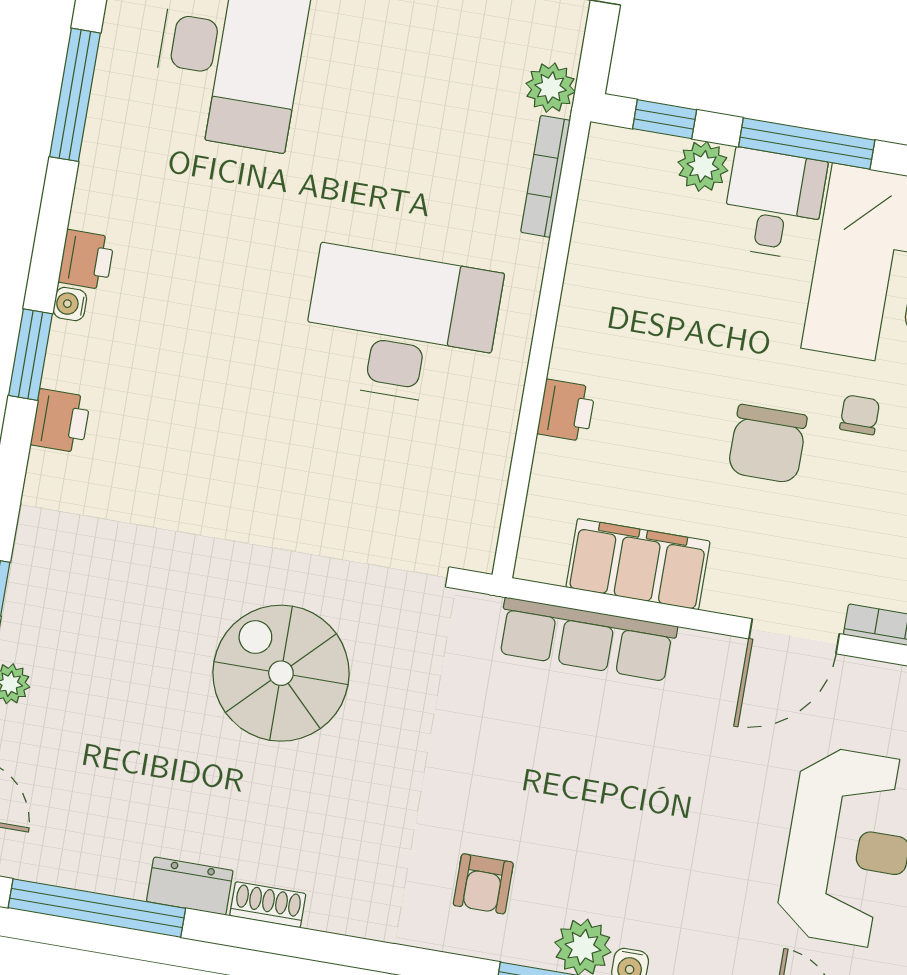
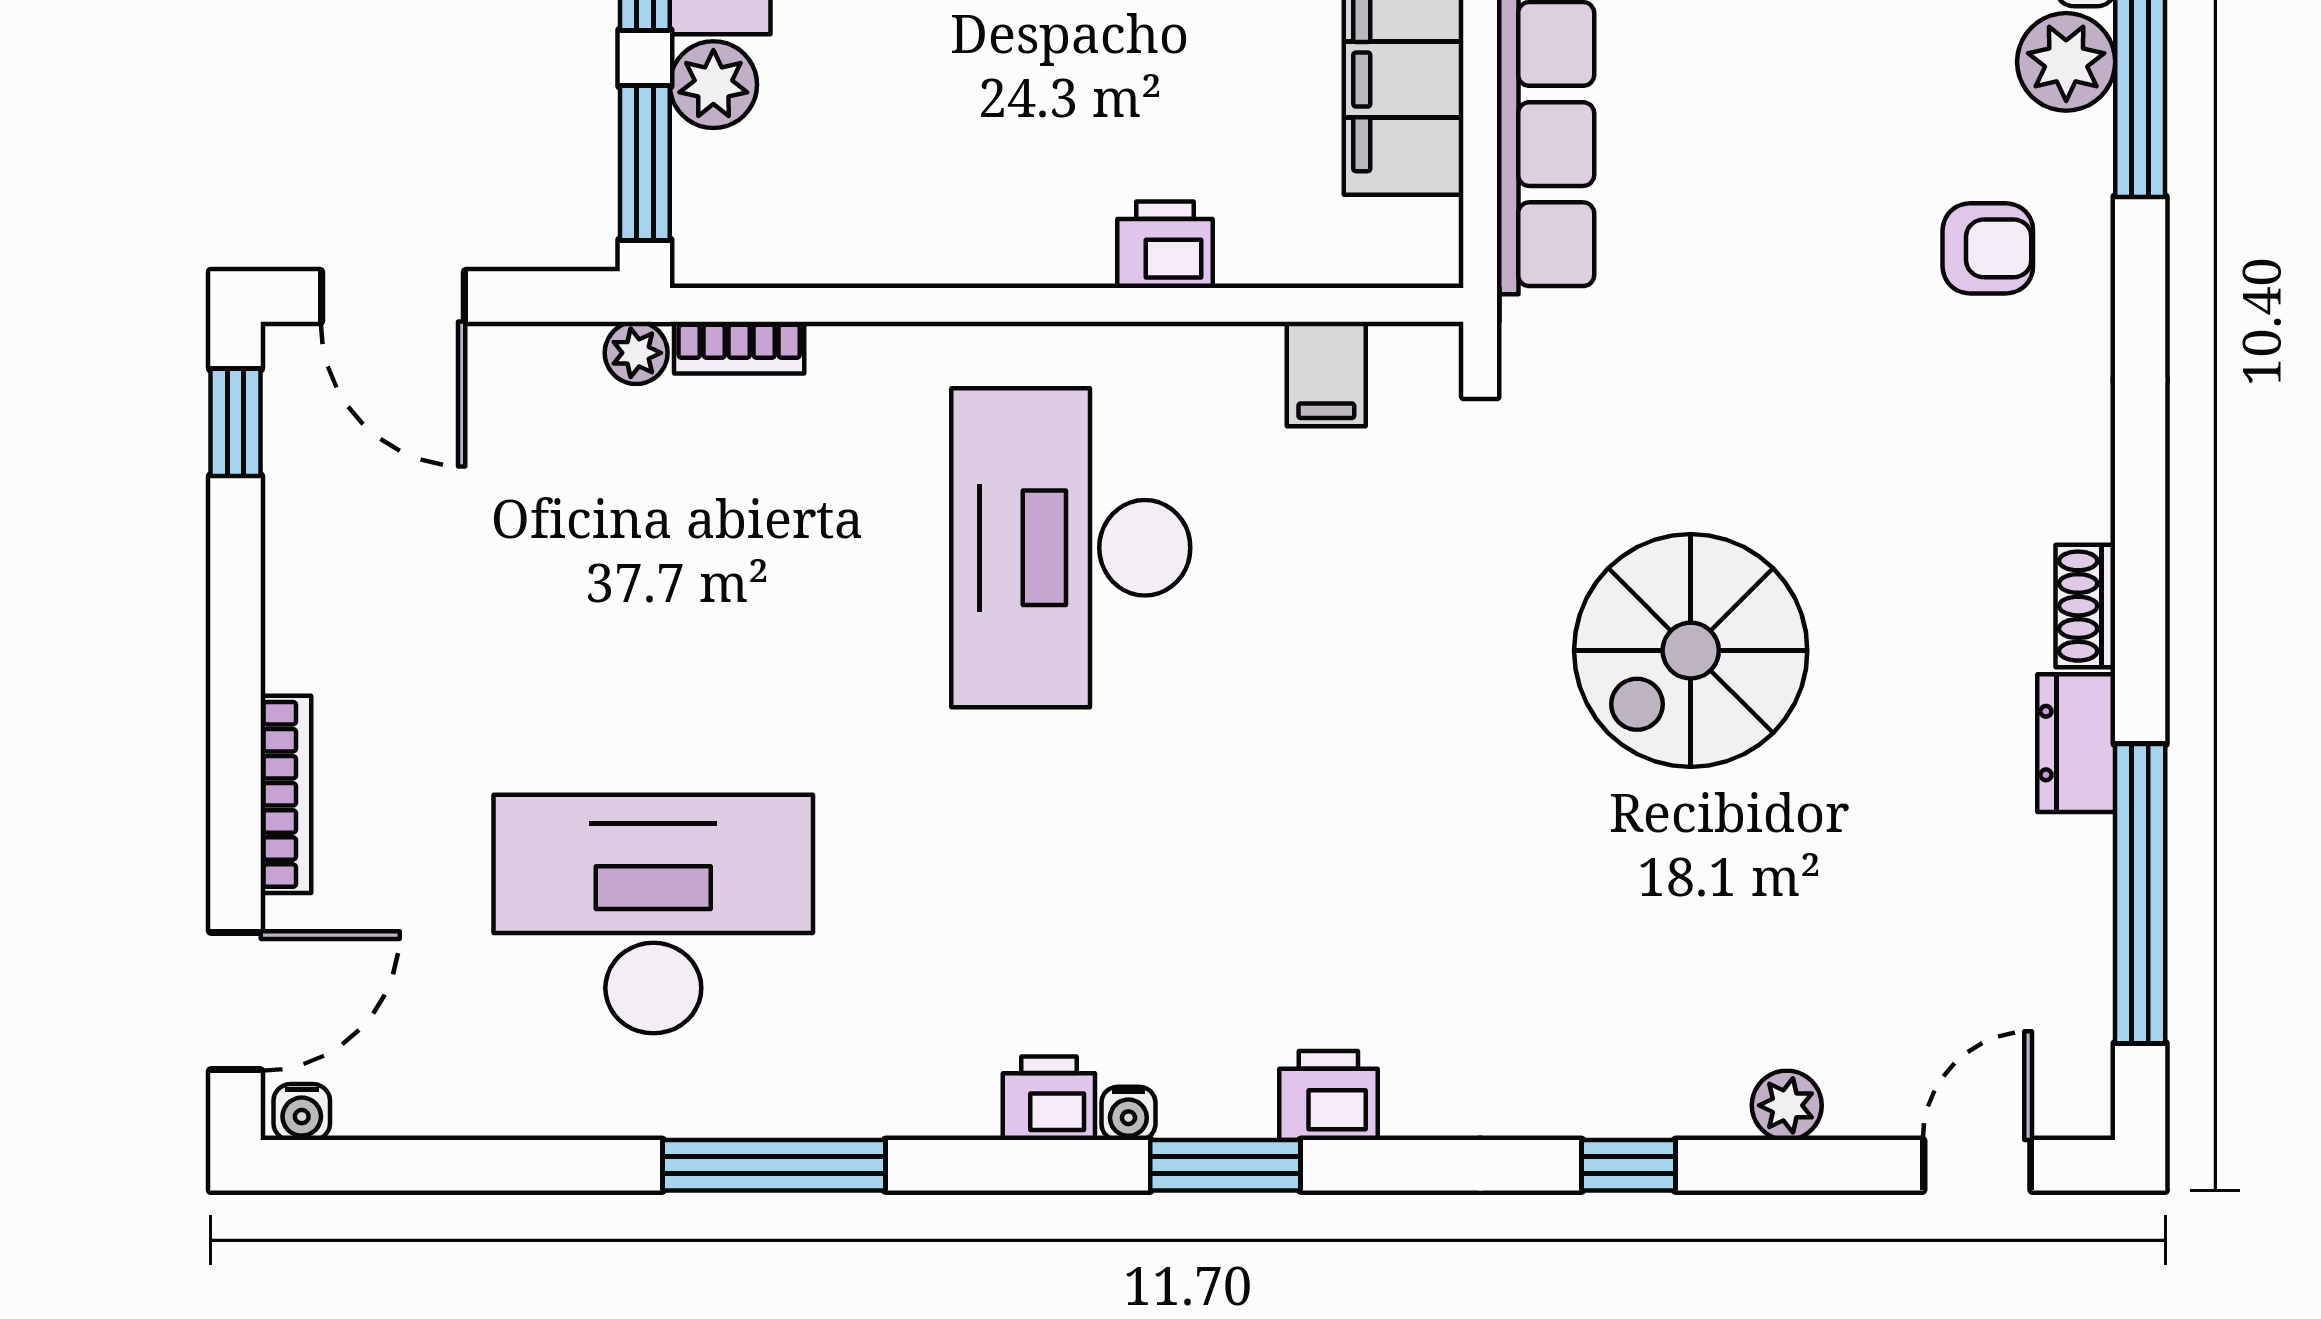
plant: (551, 88) -> (636, 353), width x0.73, depth x0.73
window: (665, 119) -> (645, 163), width x1.50
bookcase: (545, 176) -> (739, 348), width x0.64
filing cabinet: (476, 491) -> (1326, 374), added

